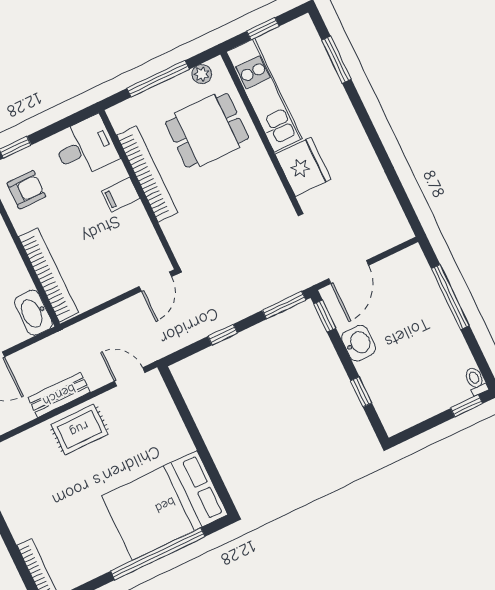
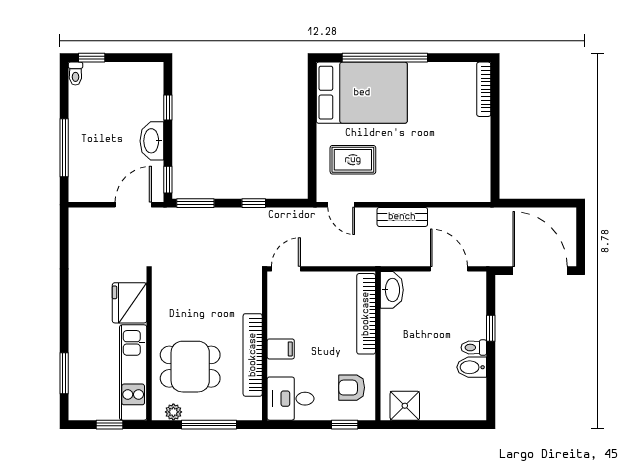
washbasin: (359, 343) -> (152, 141), width x1.38
rug: (79, 429) -> (353, 160), moved

